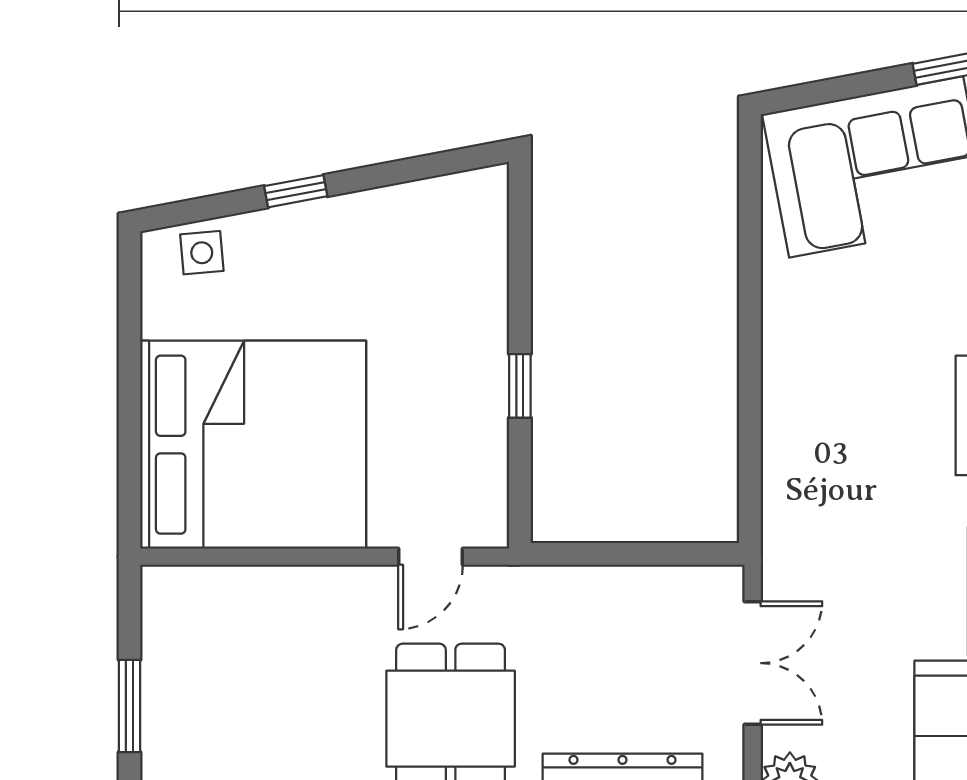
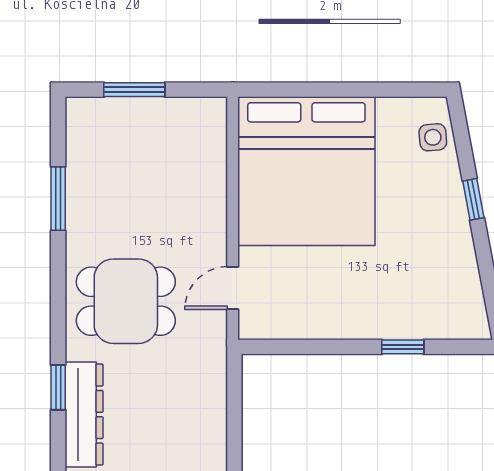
window: (520, 386) -> (403, 347), moved
door: (431, 557) -> (233, 288), hinge flipped

